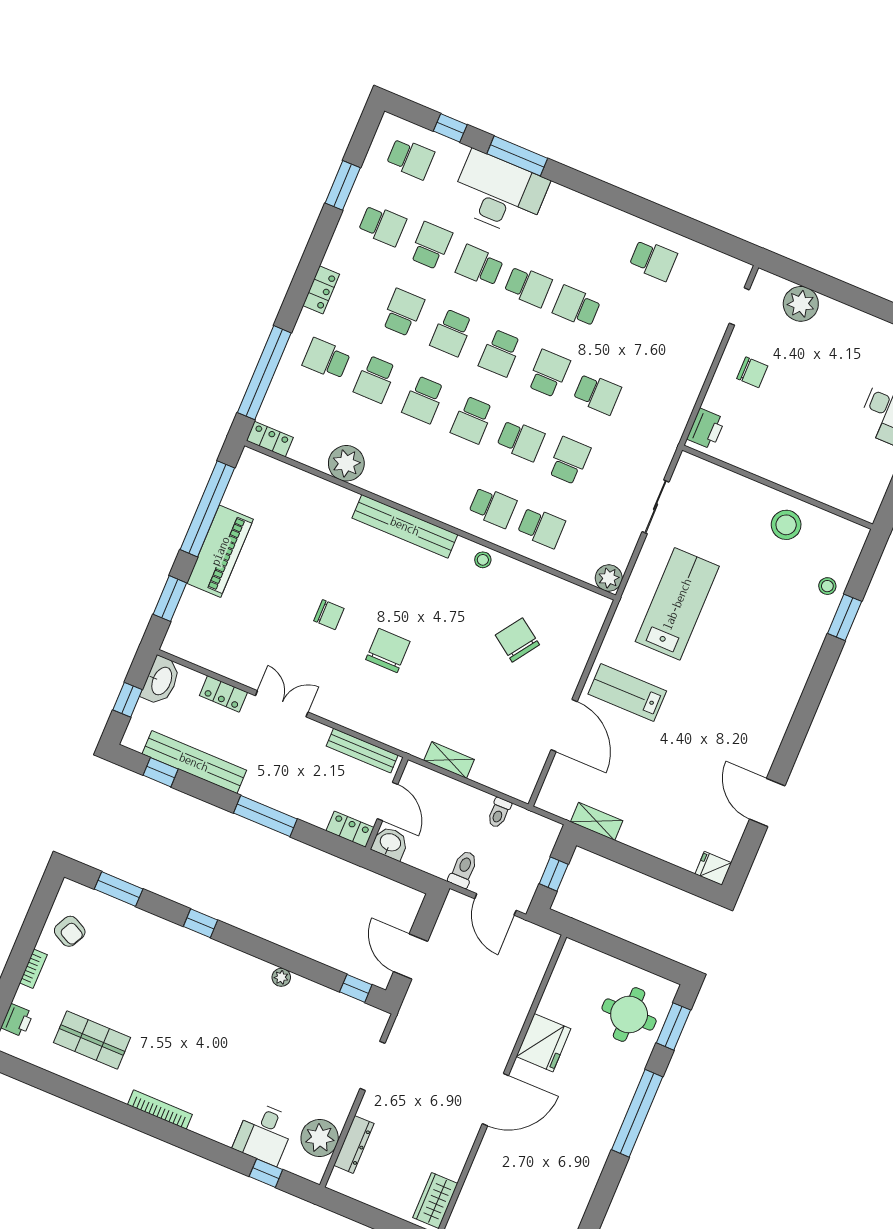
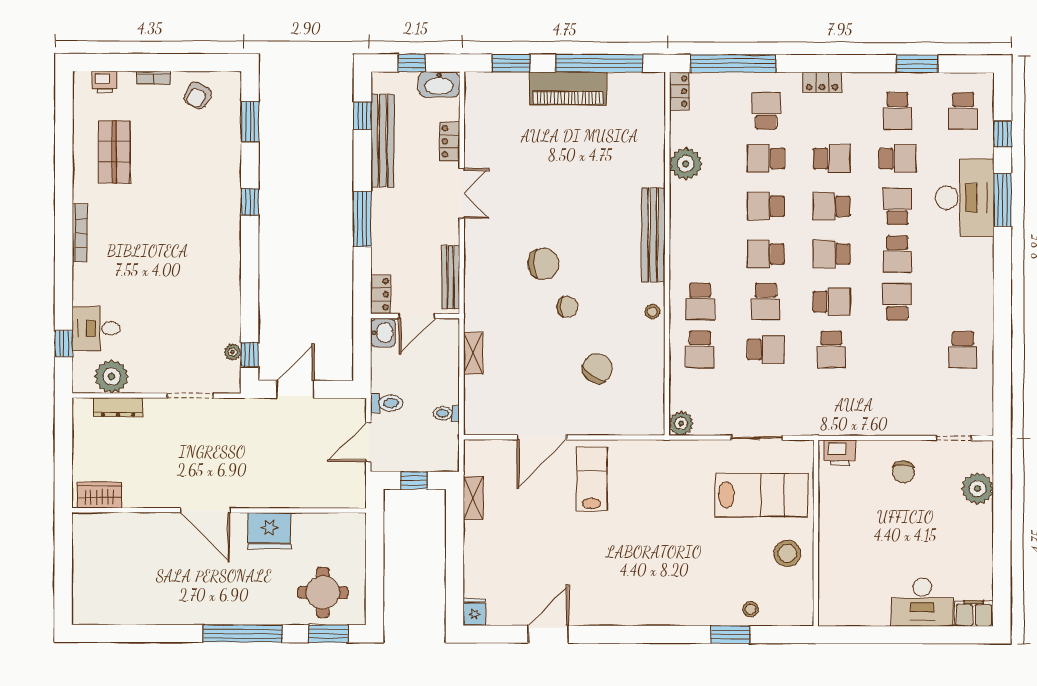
lab bench: (677, 604) -> (762, 495), moved
chair: (329, 615) -> (567, 307), moved, turned -90
plant: (281, 977) -> (233, 352), moved

